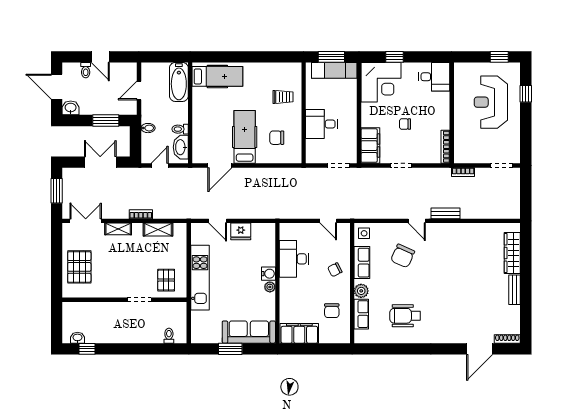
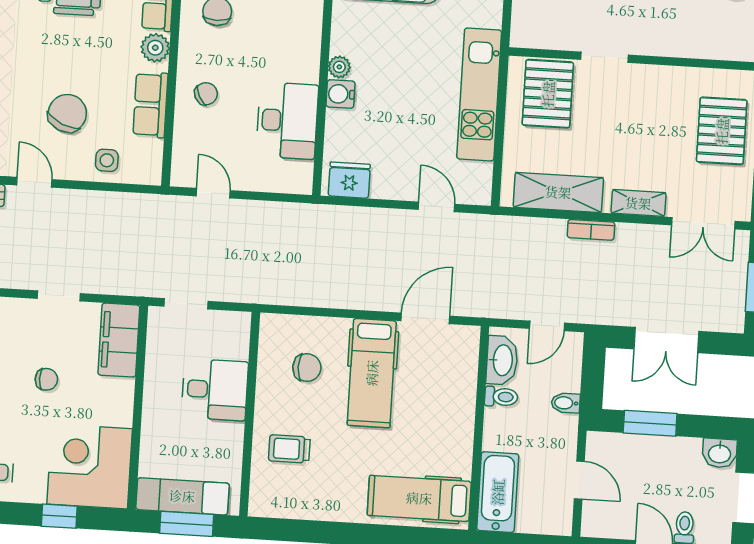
door: (139, 90) -> (579, 480), hinge flipped
shelving: (158, 229) -> (558, 192), width x1.50, depth x1.33
fridge: (241, 231) -> (349, 180), moved
side table: (364, 233) -> (107, 160), moved
pallet: (166, 280) -> (548, 94), width x1.50, depth x1.42

